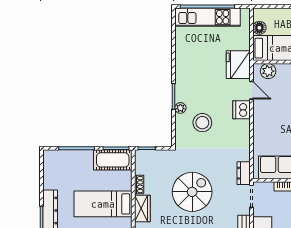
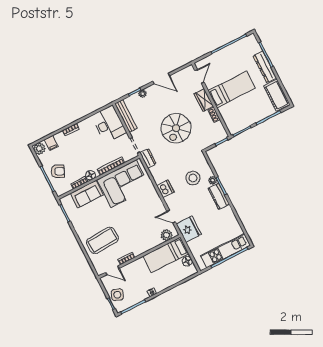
kitchen counter: (183, 85) -> (219, 196), added
dishwasher: (241, 110) -> (165, 189), moved
cot: (113, 160) -> (277, 95), moved, turned 90

